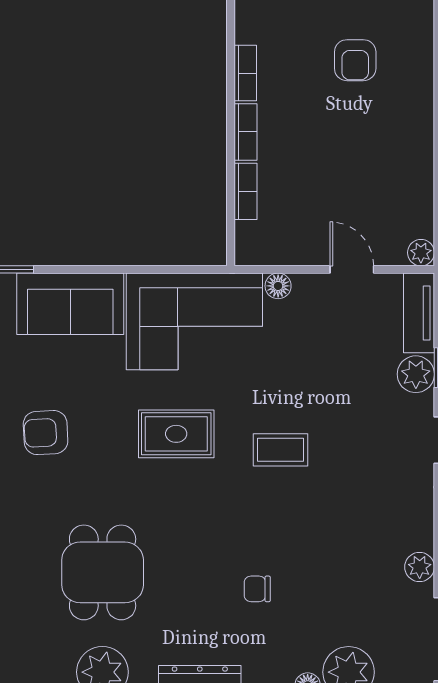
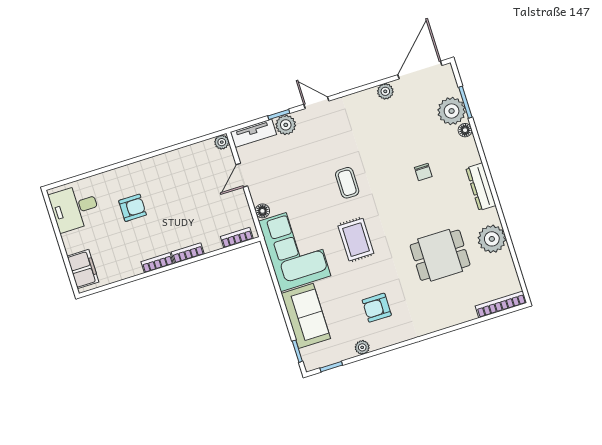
bookcase: (246, 191) -> (237, 238), moved
armchair: (46, 433) -> (377, 308), turned 93

